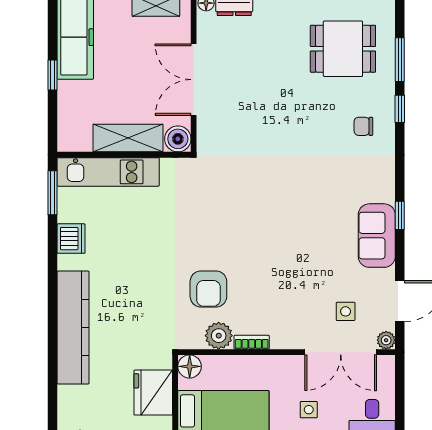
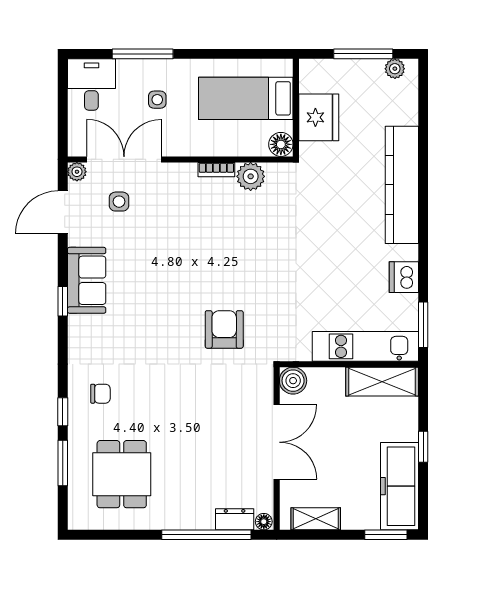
dining table: (343, 49) -> (122, 474), turned 90
shelving: (128, 138) -> (382, 382), moved
armchair: (208, 289) -> (224, 329), moved

